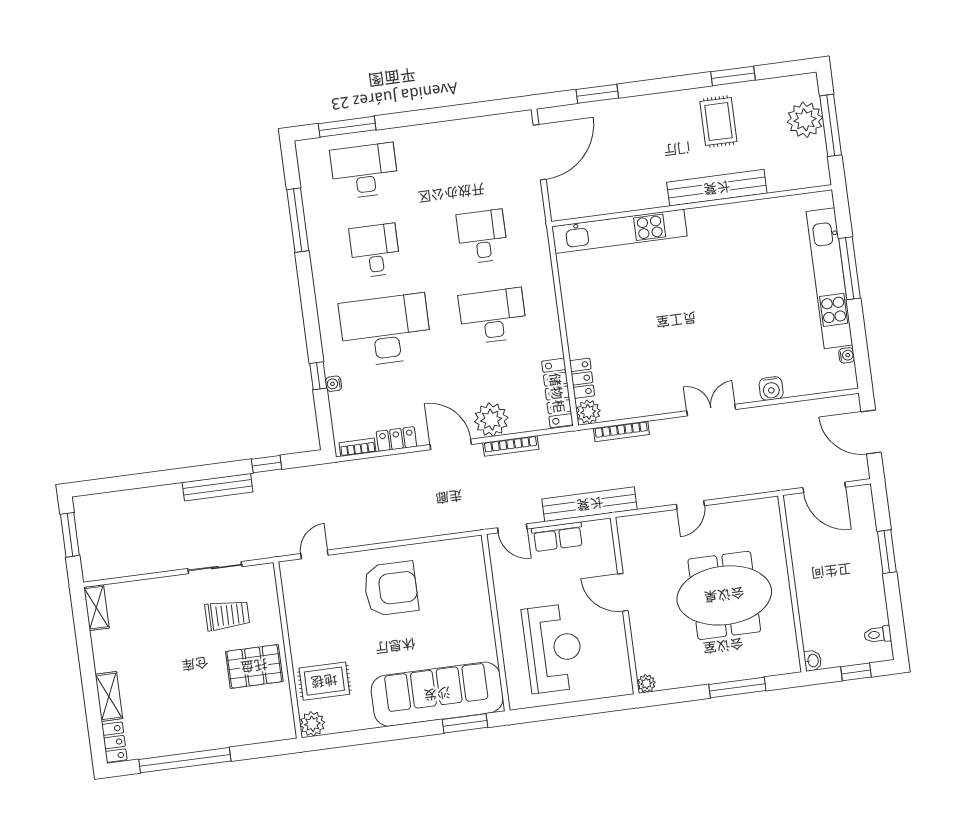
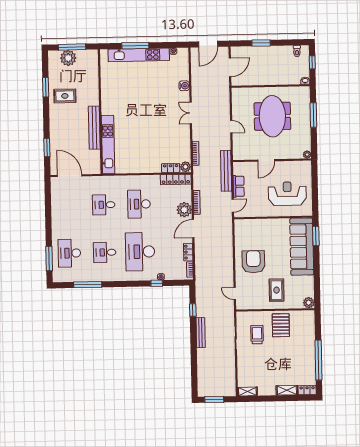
bench: (717, 188) -> (94, 128), moved
rug: (324, 681) -> (277, 290), moved

